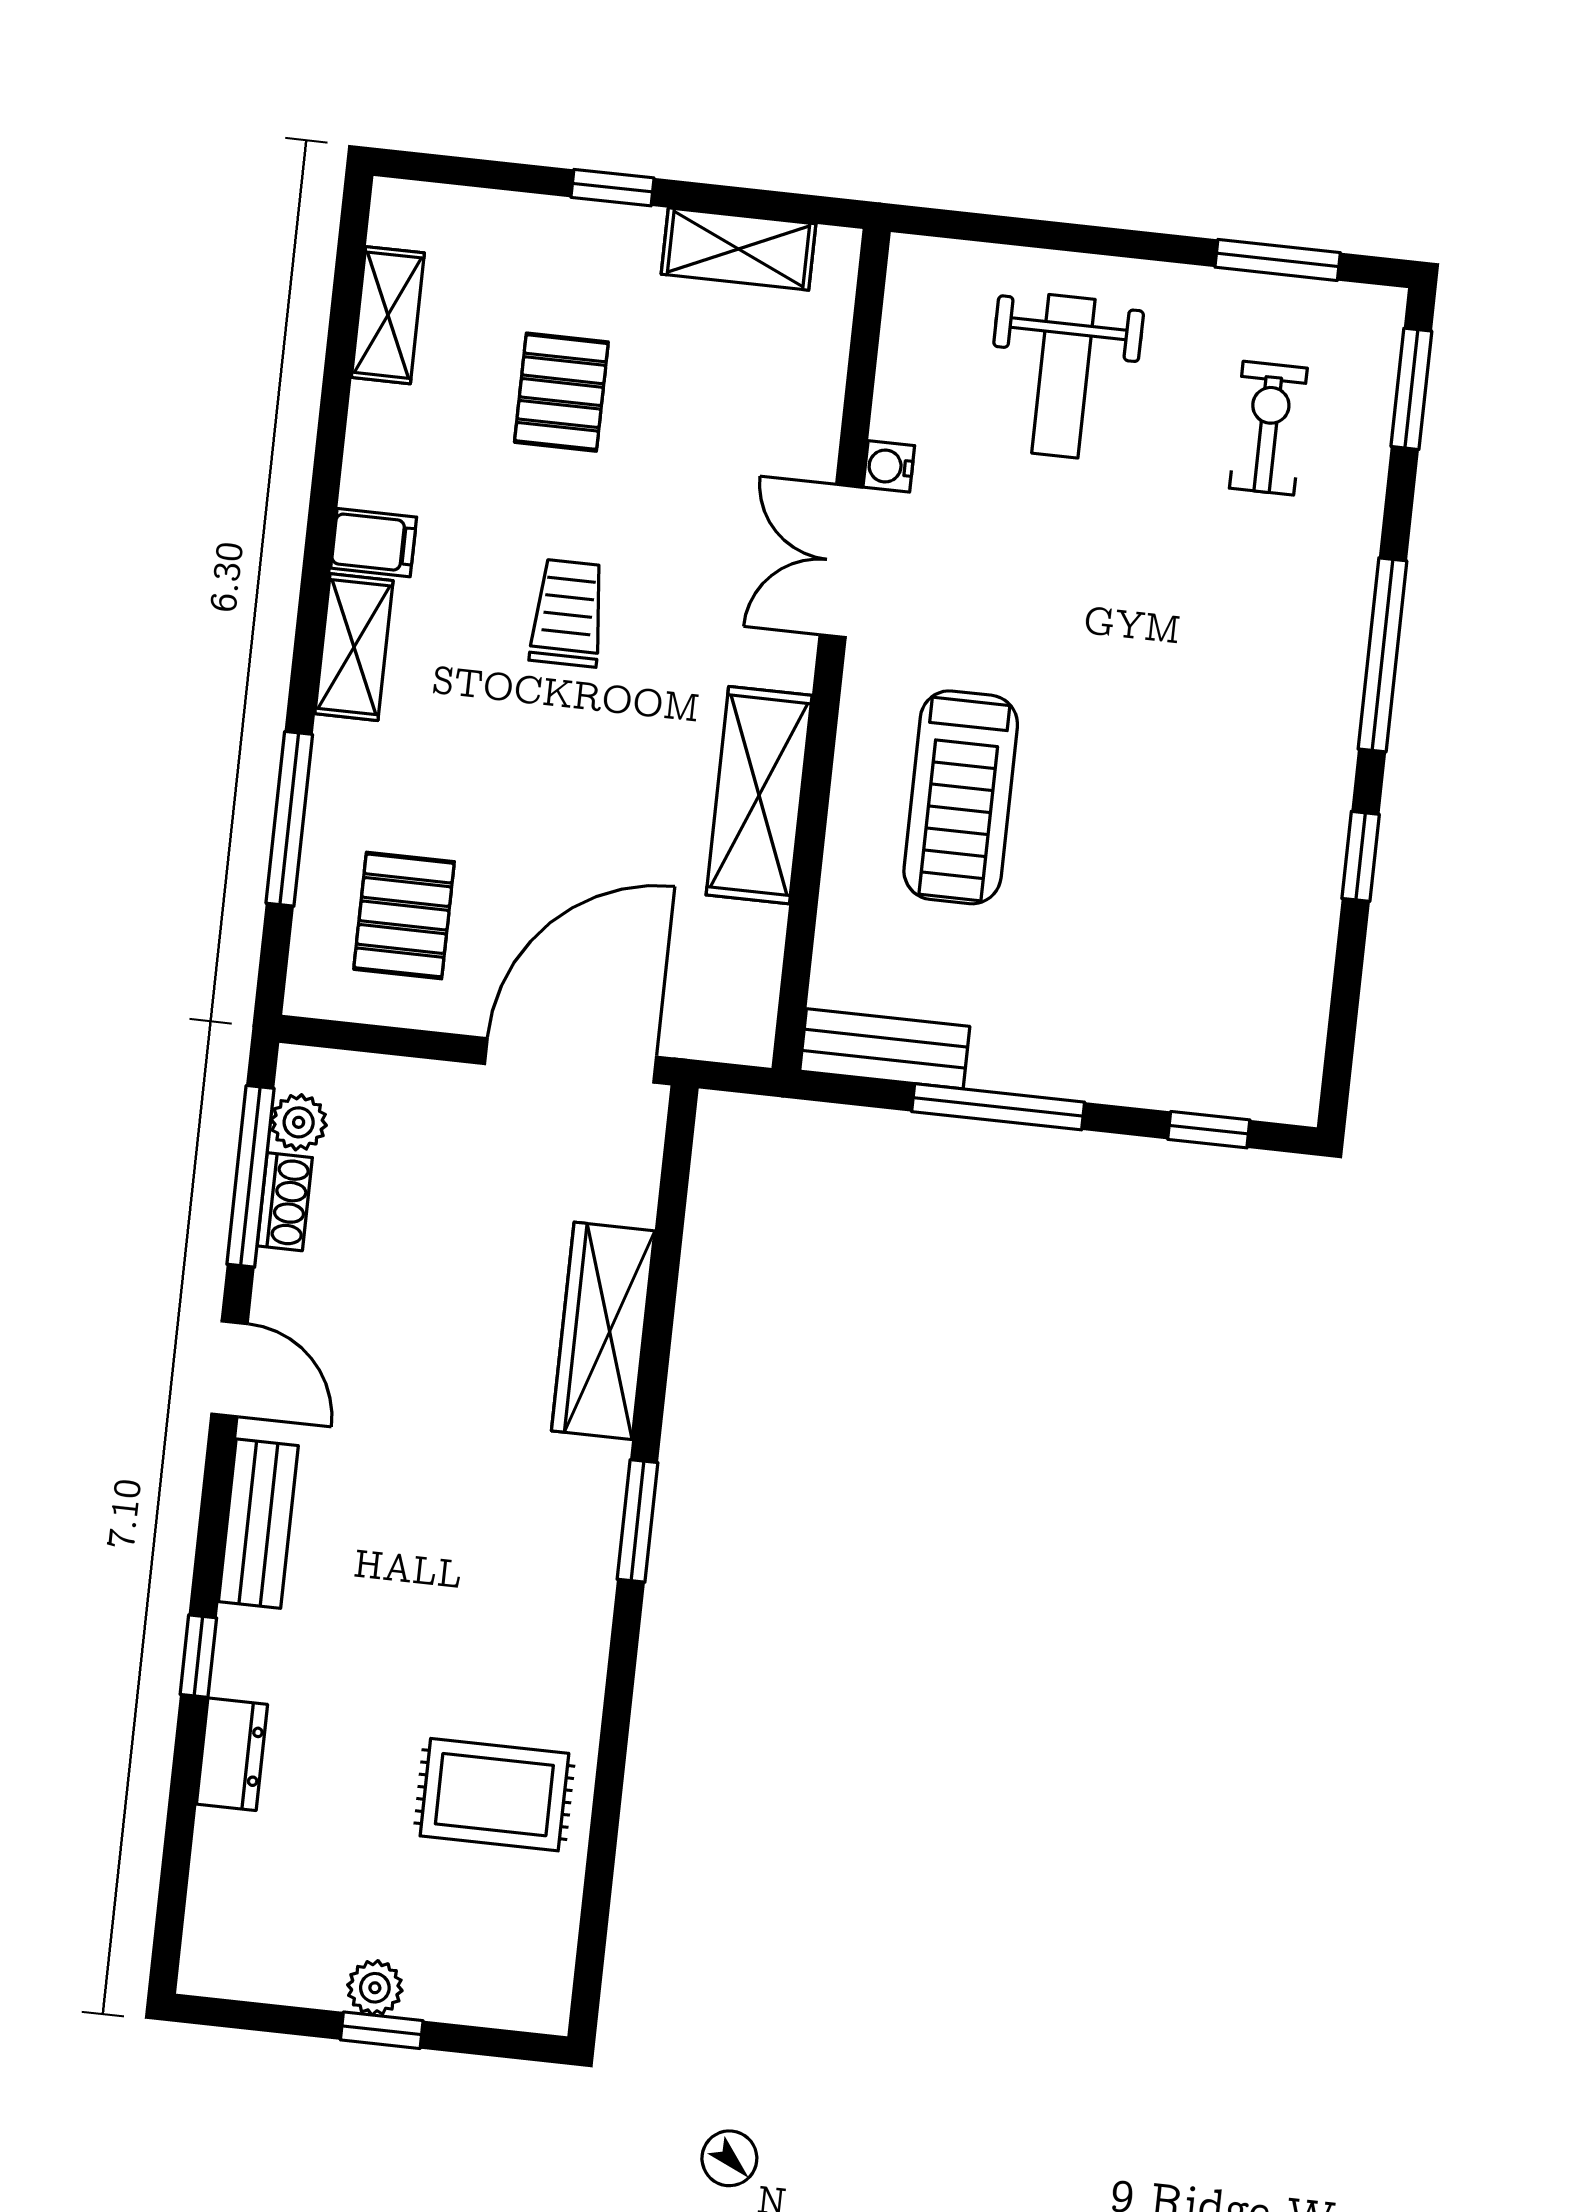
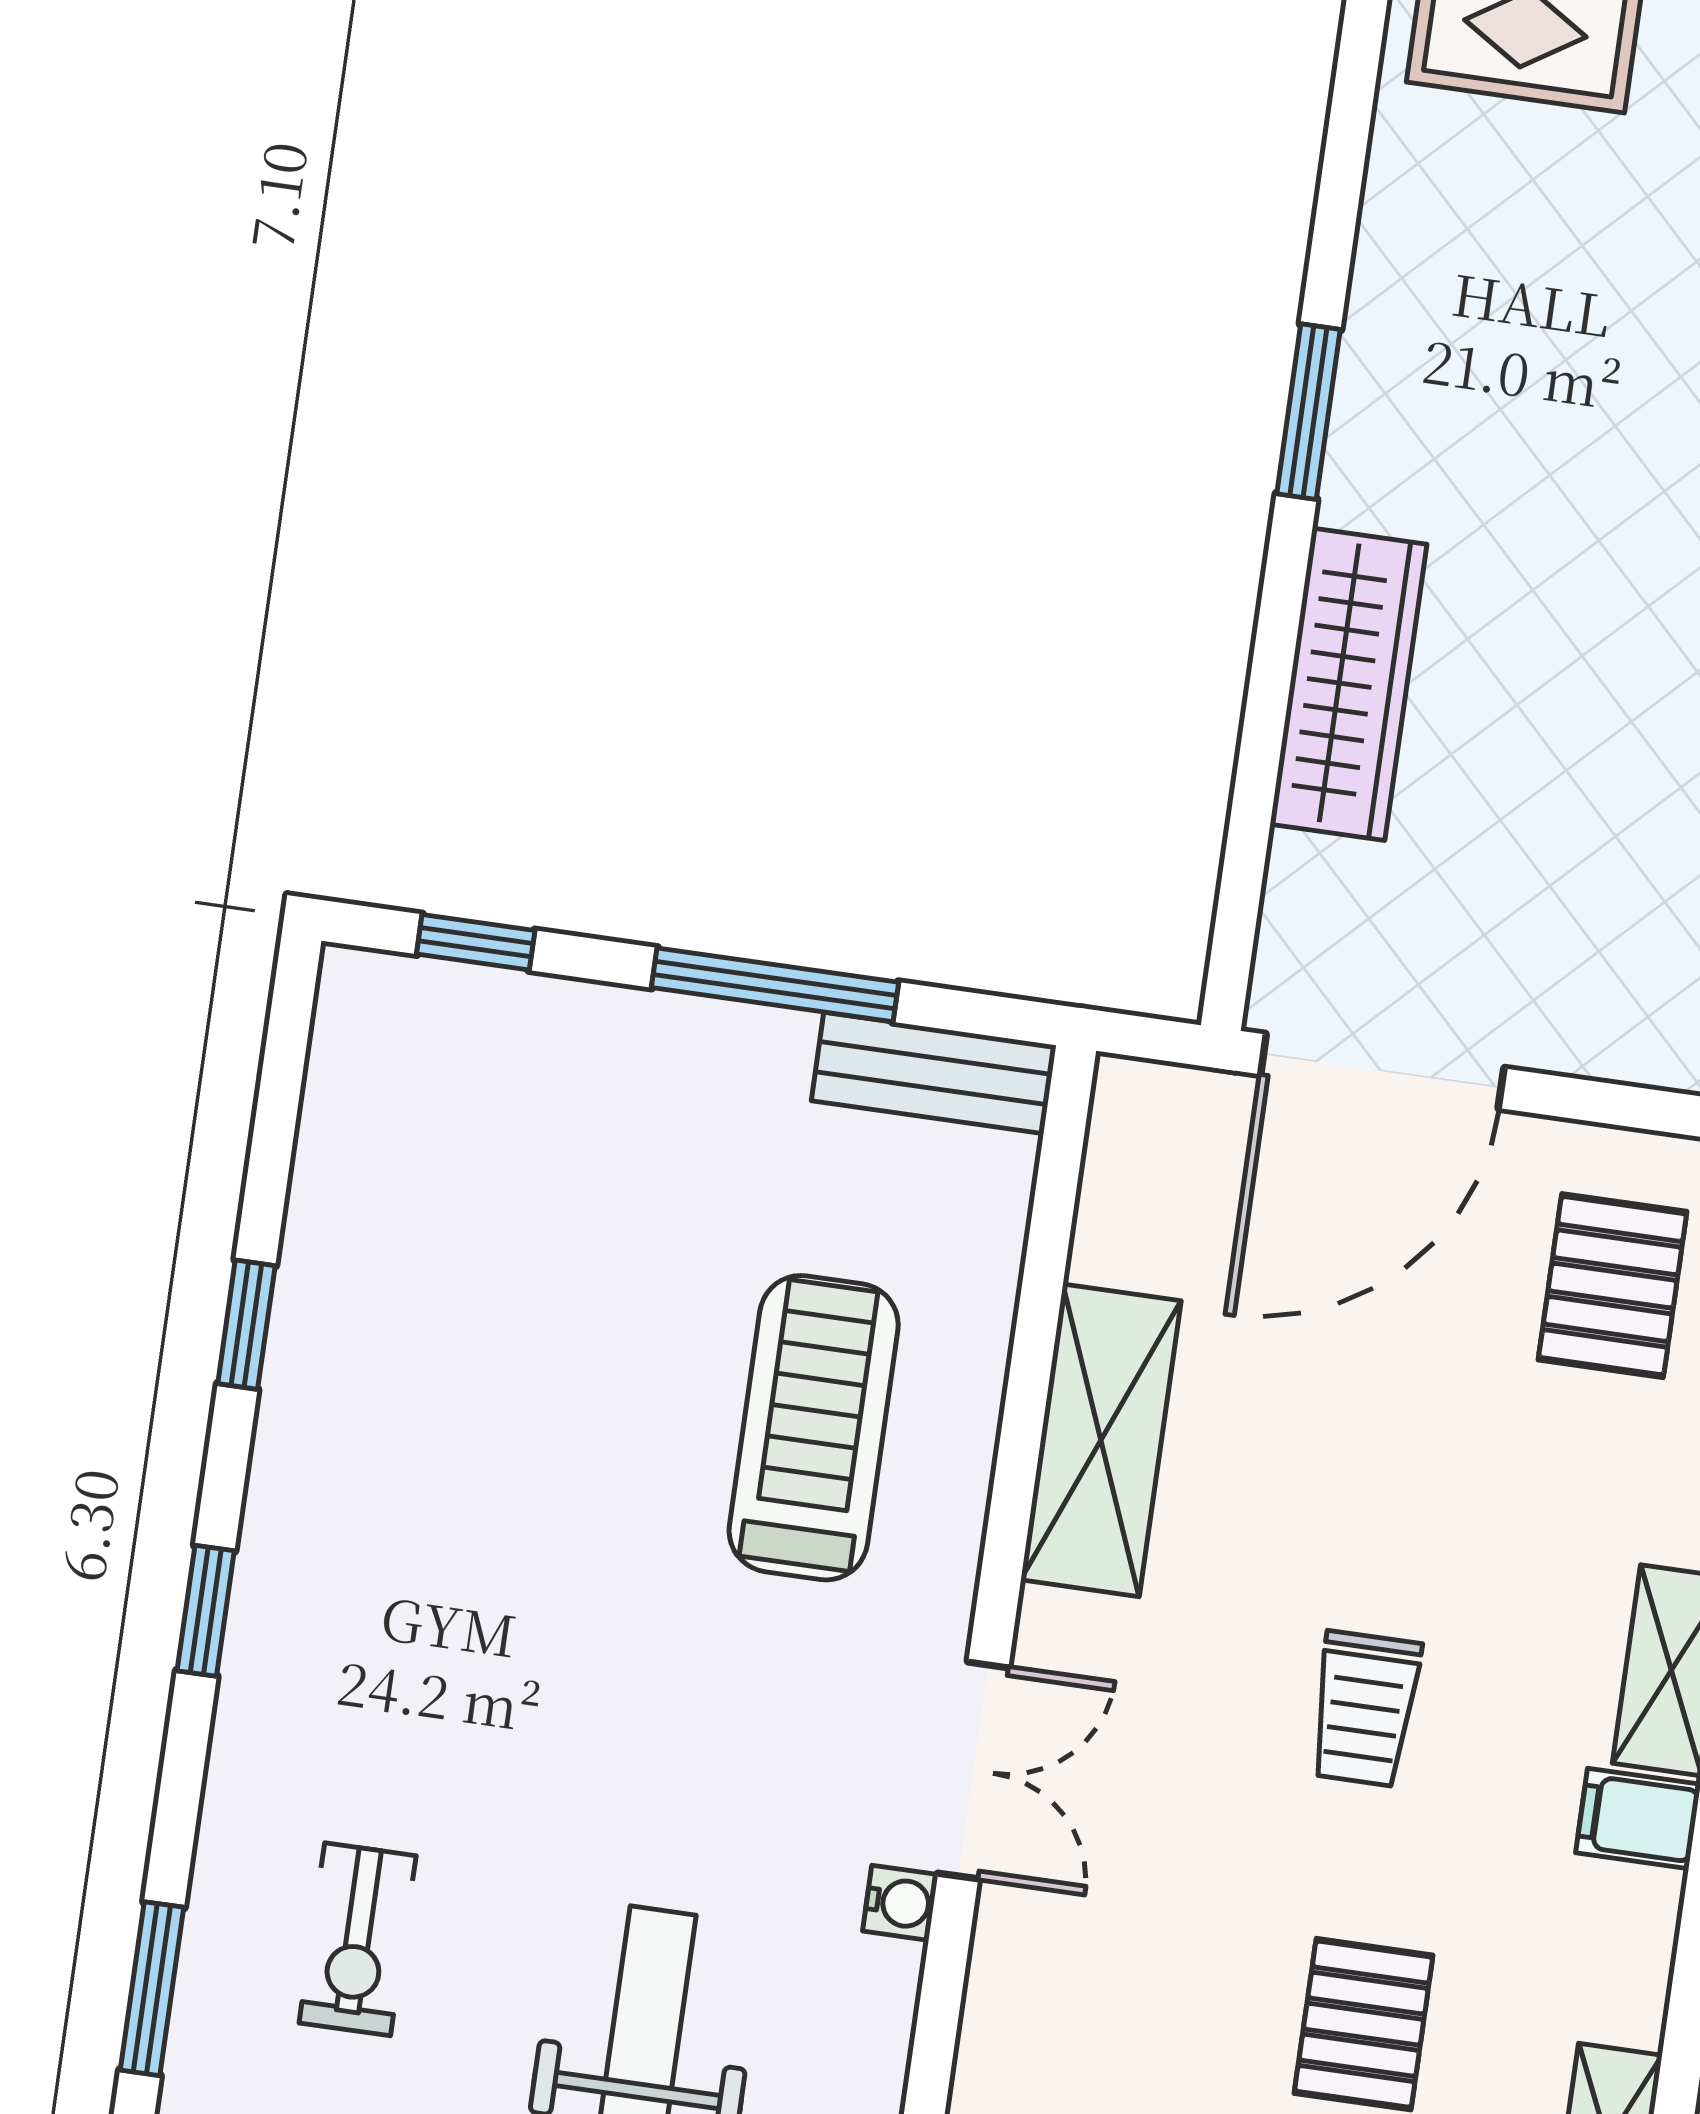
window: (1382, 655) -> (206, 1611), width x0.46

